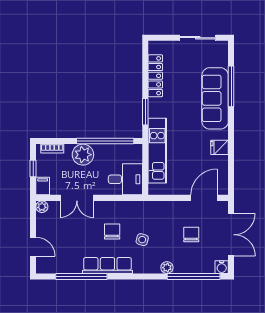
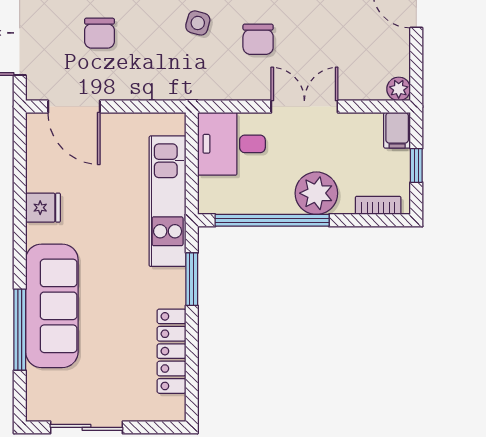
double door: (77, 198) -> (304, 107), moved
door: (204, 198) -> (74, 107), hinge flipped

